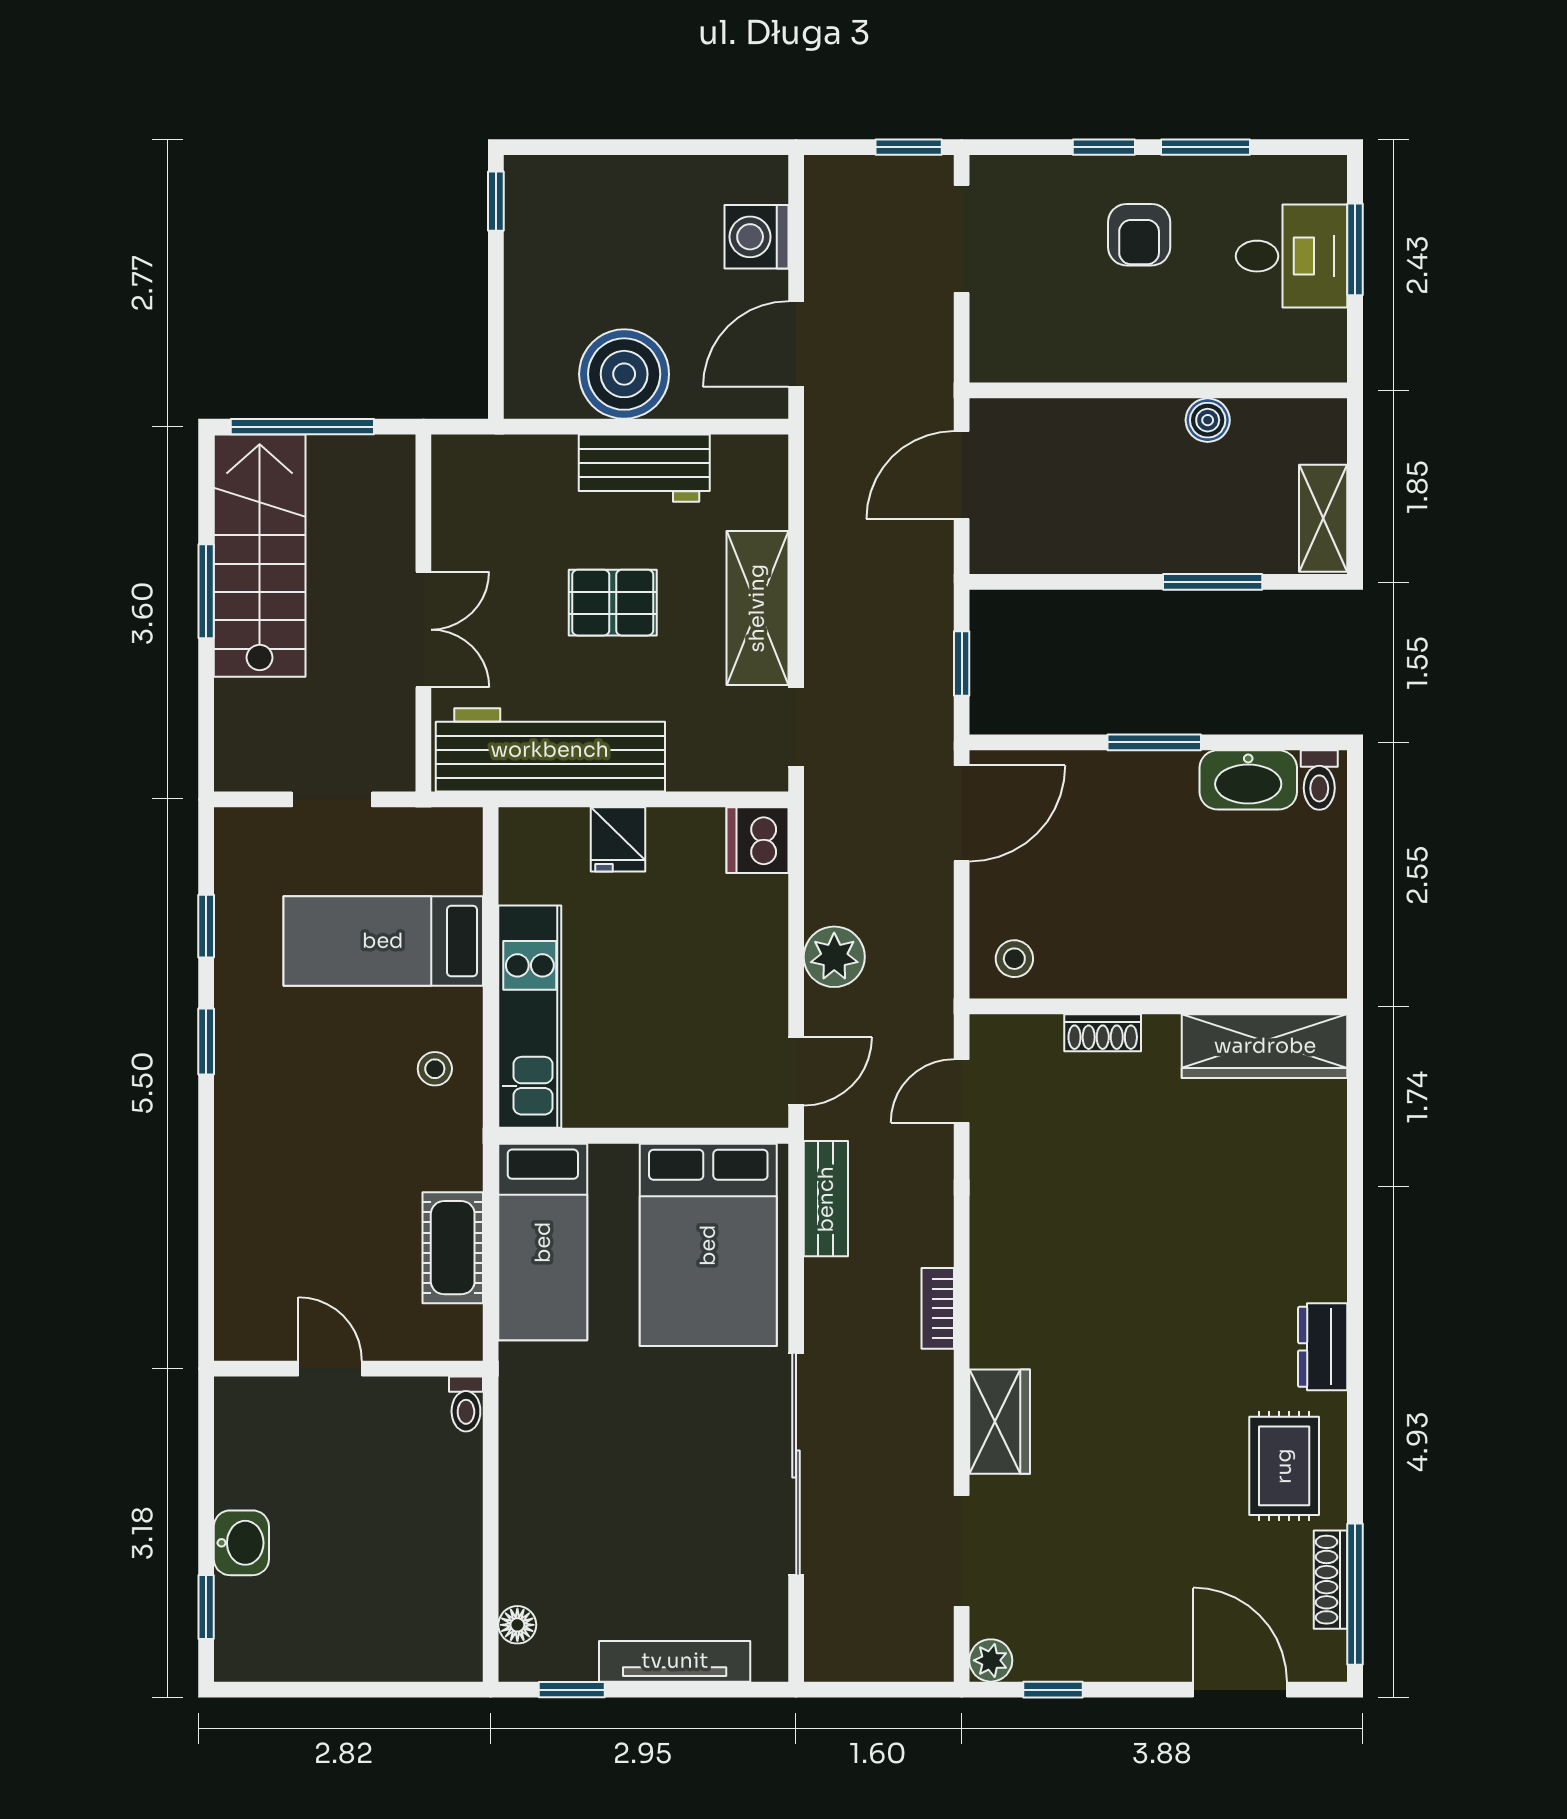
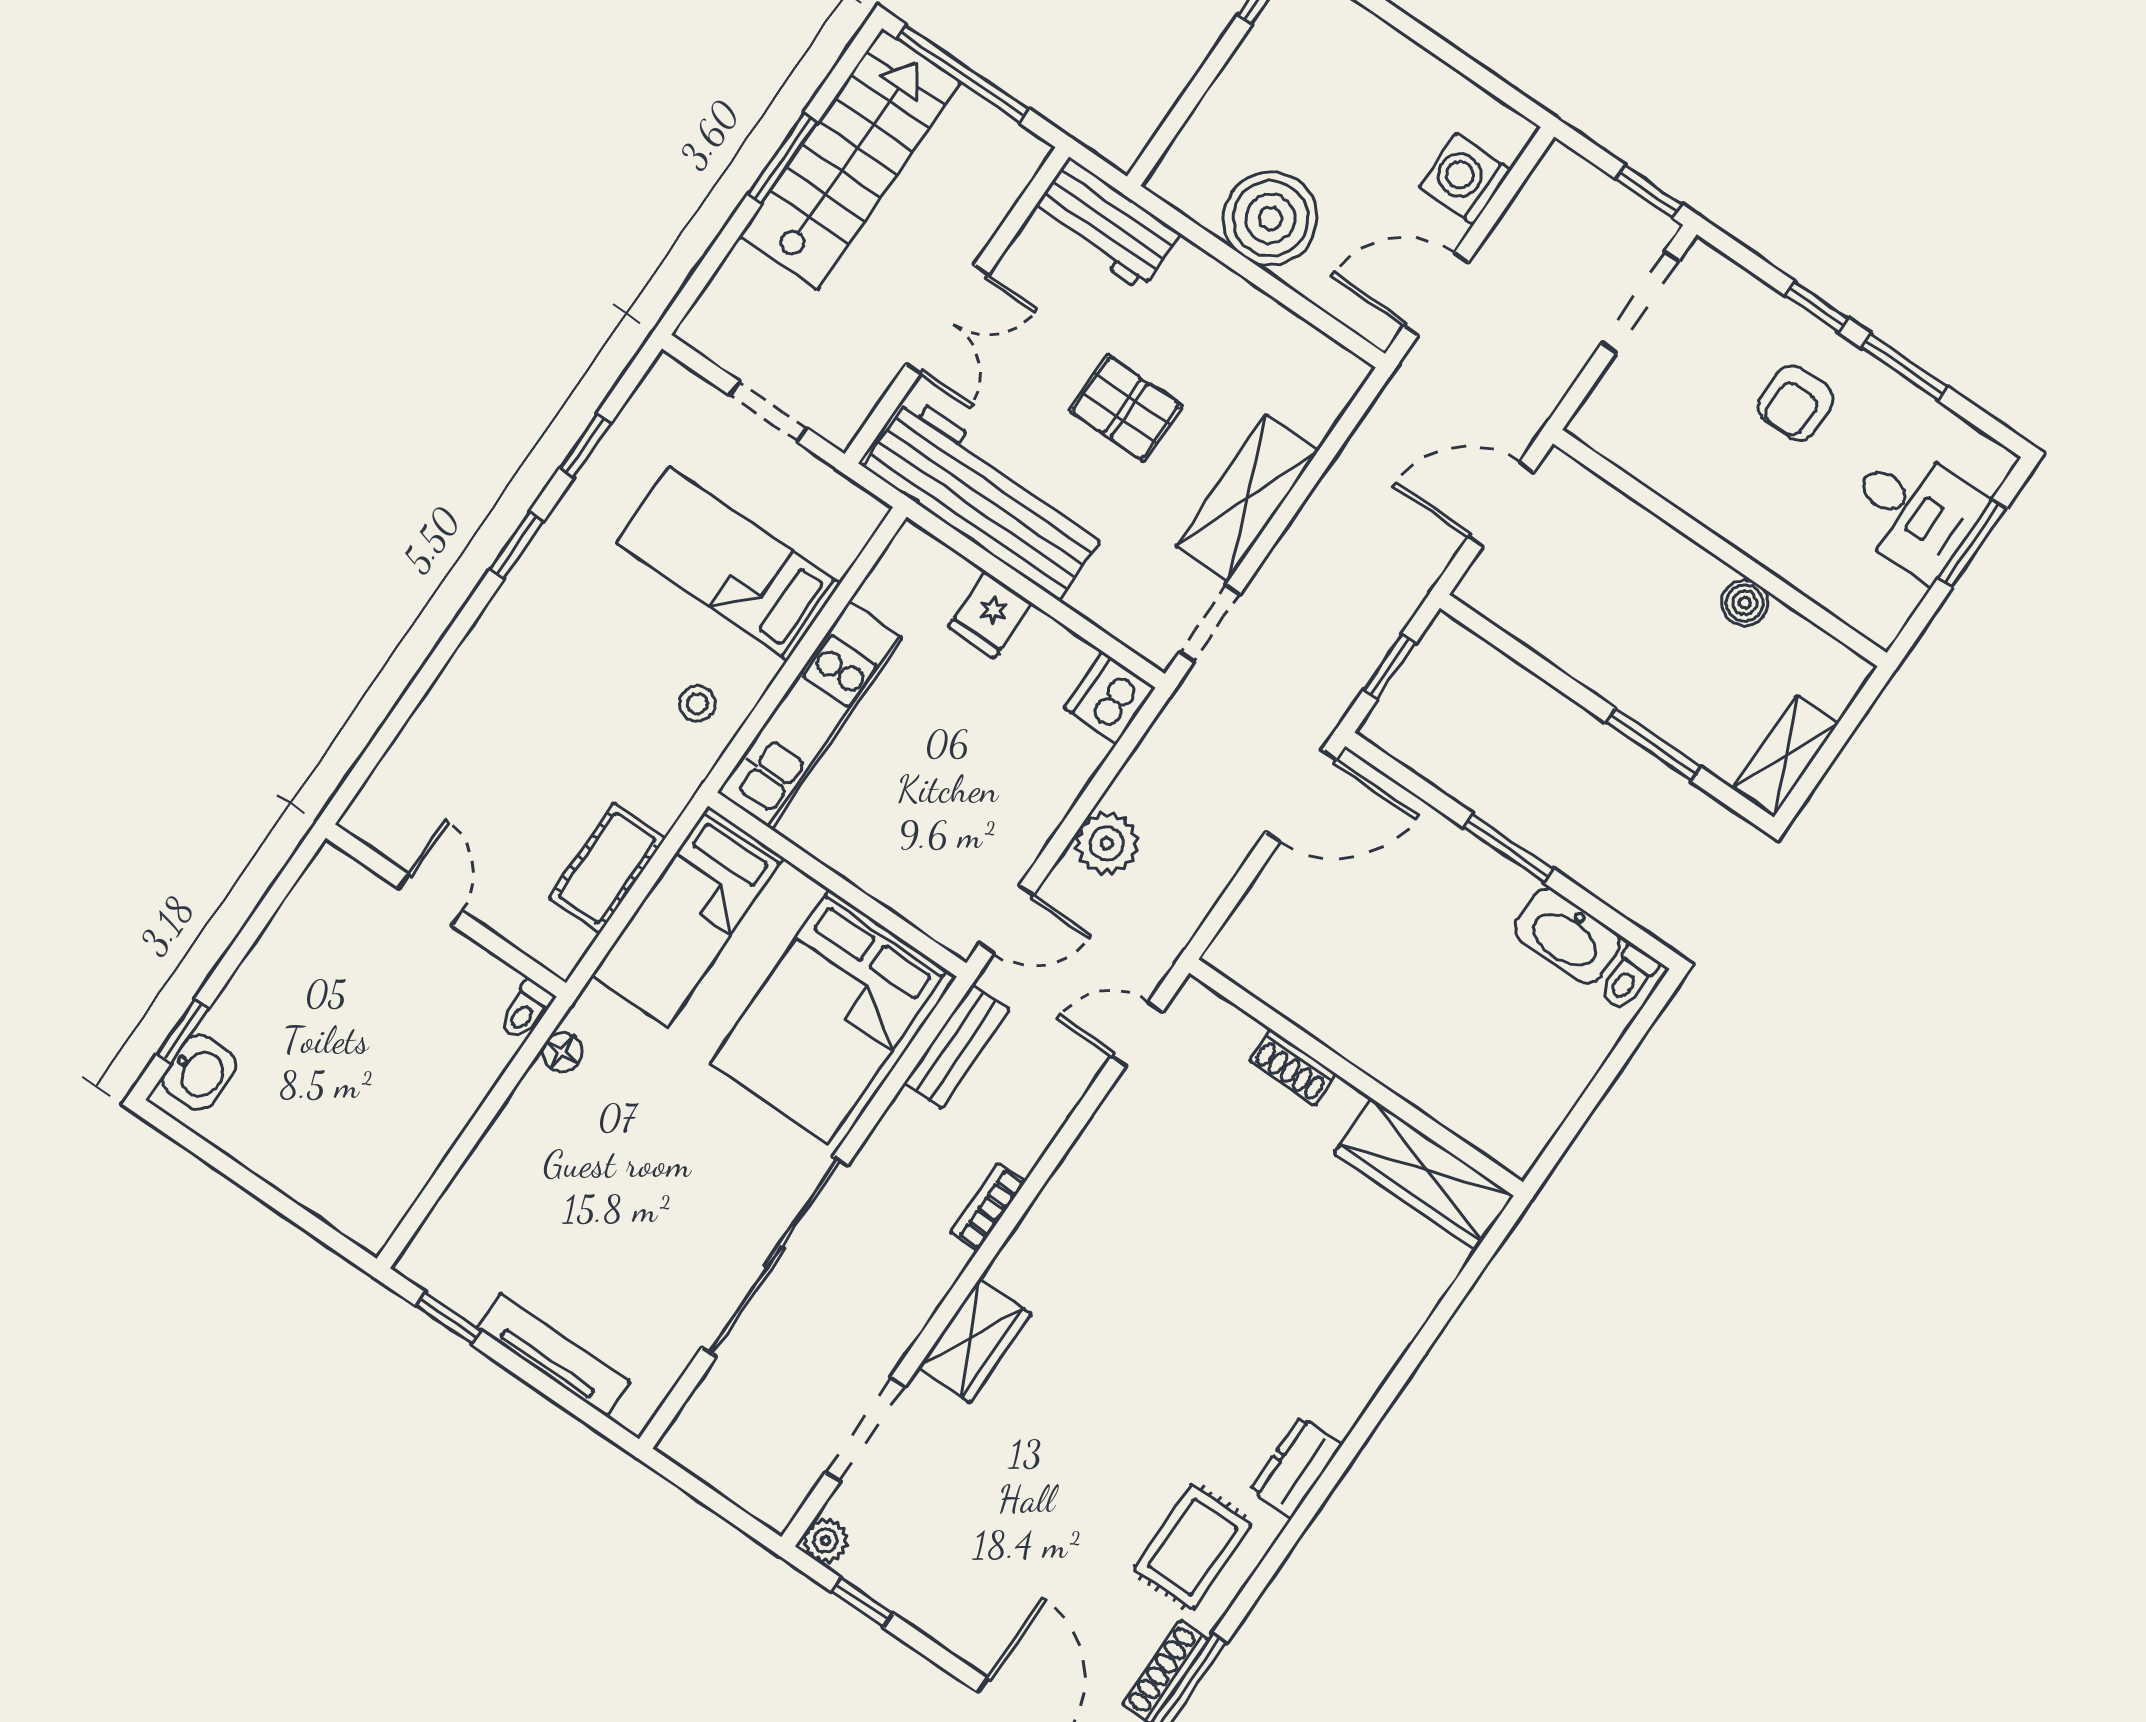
workbench: (644, 468) -> (1105, 224), moved
stool: (1014, 959) -> (1261, 951), removed
washbasin: (241, 1543) -> (199, 1072), moved
floor lamp: (517, 1625) -> (562, 1052), moved

